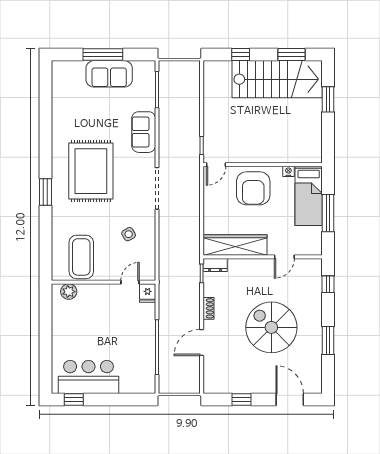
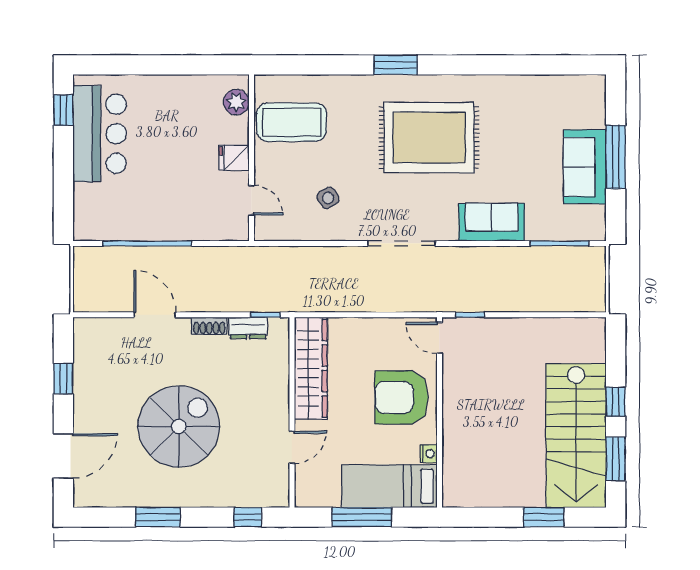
window: (241, 55) -> (616, 402), moved
door: (284, 257) -> (292, 447), swing flipped
dresser: (215, 265) -> (248, 328), moved, turned -90
fridge: (148, 293) -> (234, 158), moved

